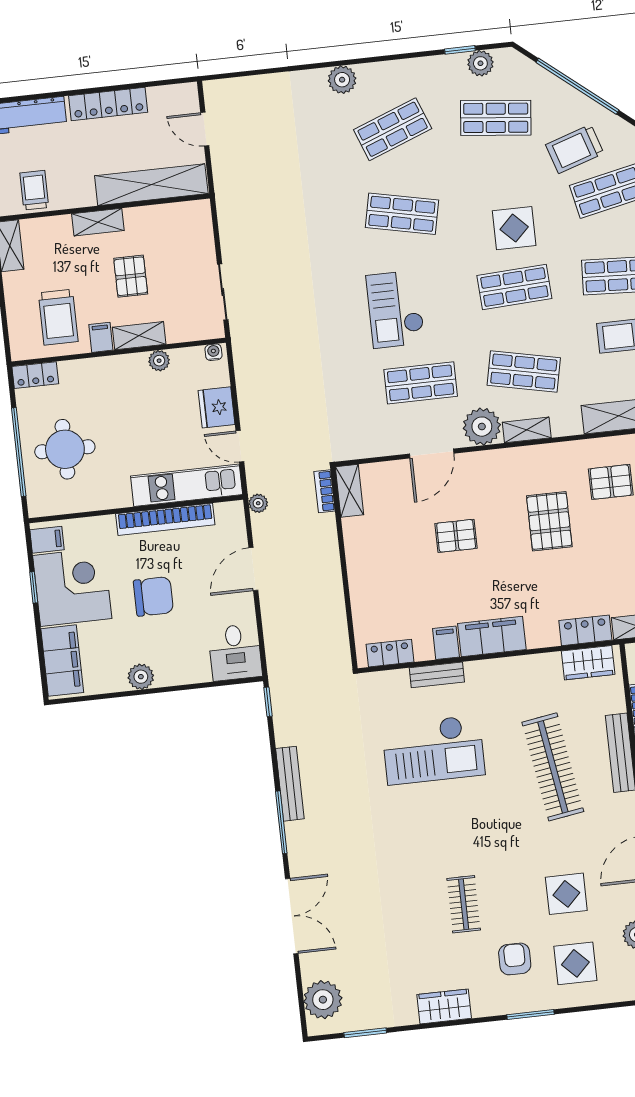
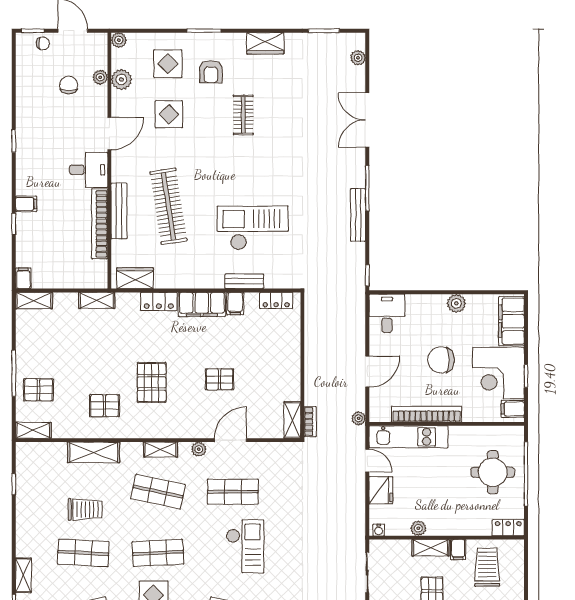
plant: (482, 427) -> (199, 449), width x0.53, depth x0.53
locker: (585, 630) -> (159, 301), moved
plant: (323, 1000) -> (358, 58), width x0.53, depth x0.53

